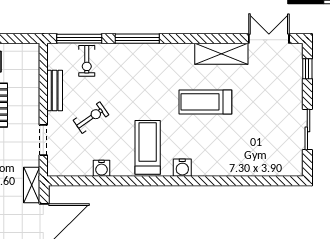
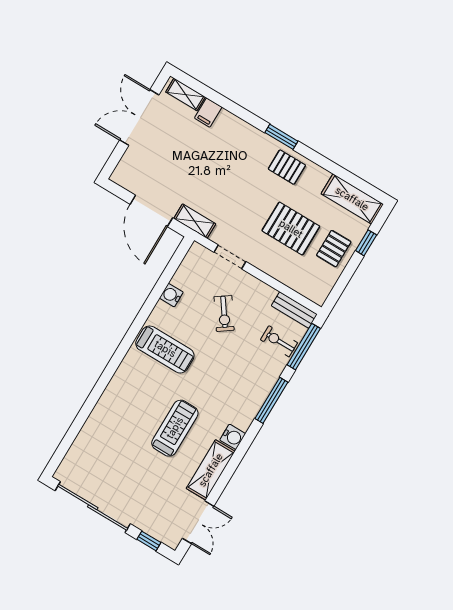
bench: (55, 90) -> (294, 310), moved
sliding door: (307, 129) -> (93, 507), width x1.86
water cooler: (182, 168) -> (233, 437), moved, turned 180

